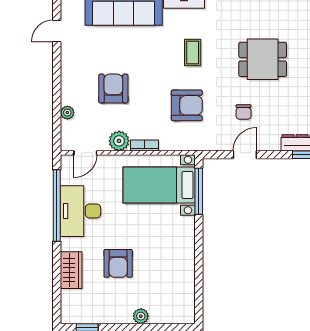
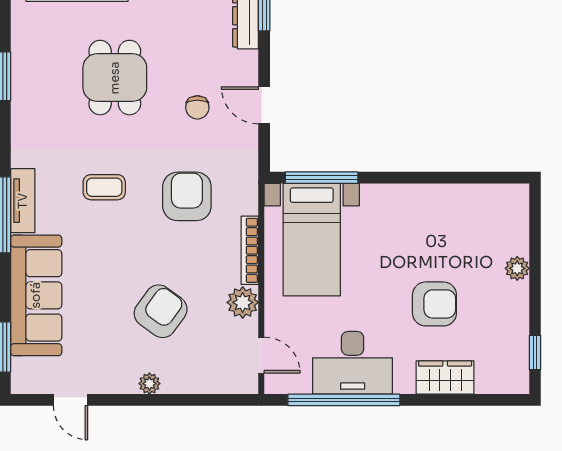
armchair: (113, 88) -> (161, 311), turned 126
chair: (244, 112) -> (197, 107), turned 90
plant: (67, 113) -> (149, 384), moved
bookcase: (144, 145) -> (250, 250), width x1.56

